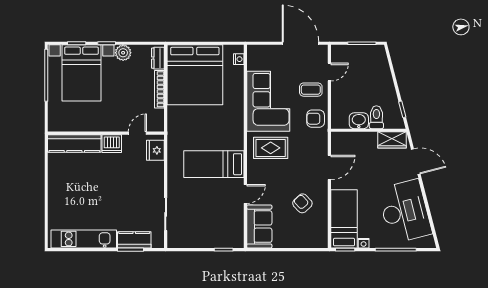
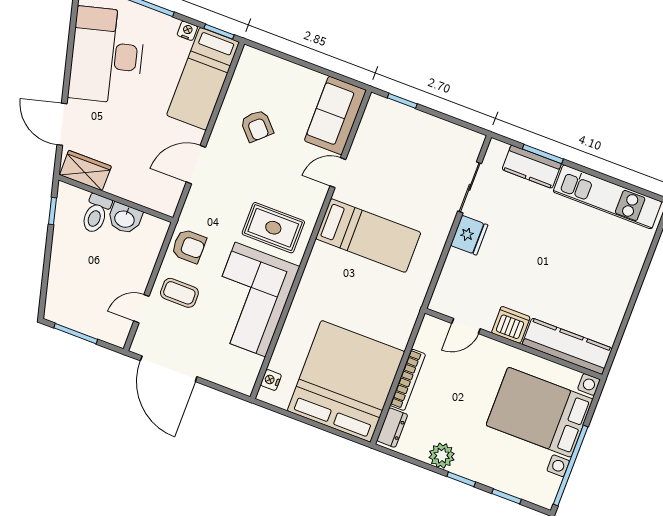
bed with nightstands: (81, 73) -> (540, 412), moved, turned -90
fridge: (155, 150) -> (469, 235), moved

